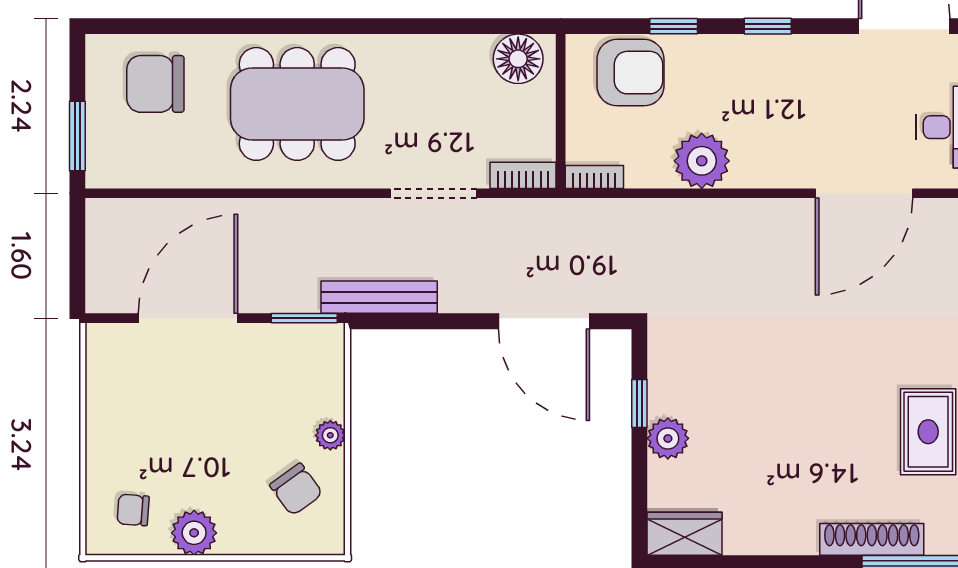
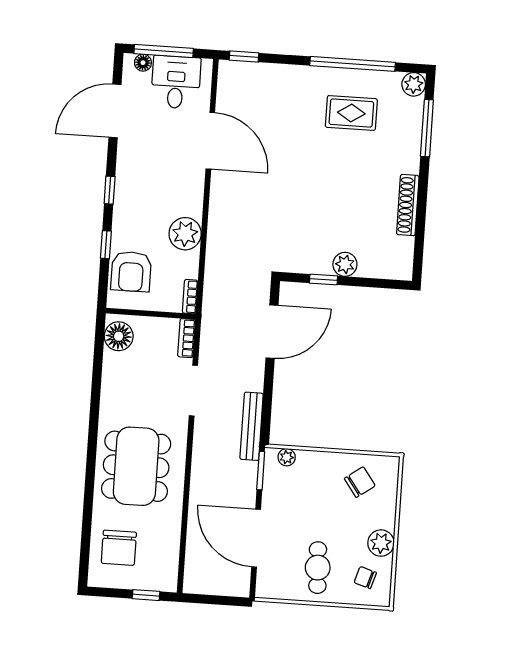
armchair: (630, 73) -> (131, 272), turned 180
window: (77, 136) -> (146, 595), width x0.67
cafe table: (145, 427) -> (318, 568), added
plant: (330, 435) -> (287, 457), moved
chair: (133, 510) -> (365, 578), turned 103
wardrobe: (685, 534) -> (401, 258), removed
shoe rack: (872, 539) -> (408, 205), moved

